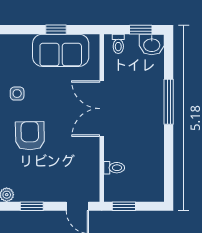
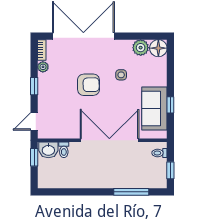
washbasin: (152, 45) -> (48, 150), moved, turned -90
window: (169, 102) -> (131, 192), moved
double door: (102, 109) -> (109, 140), width x1.36

